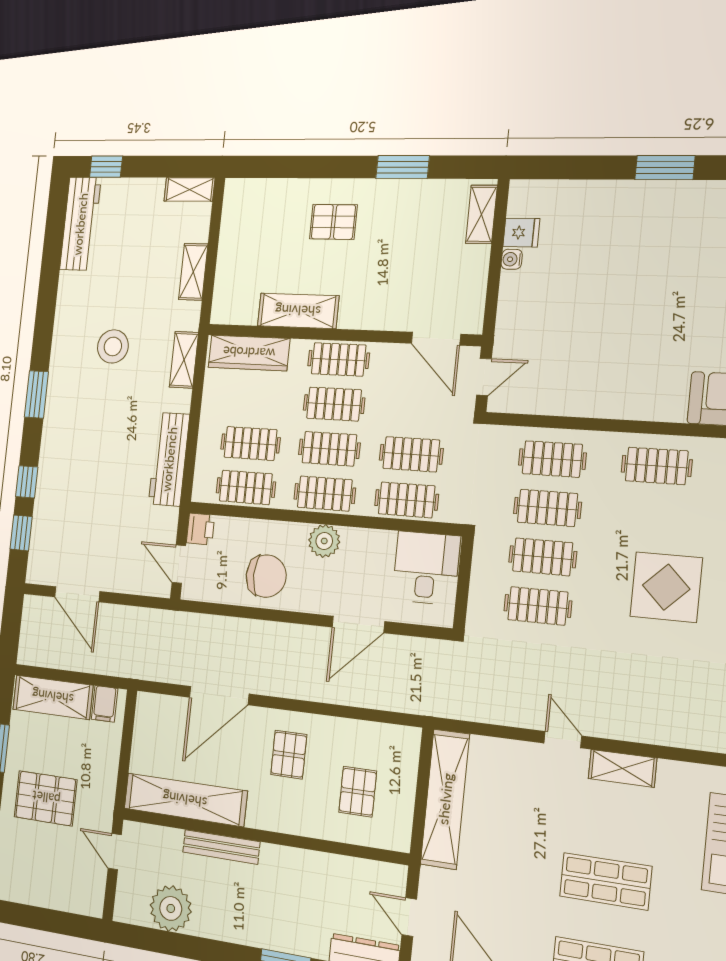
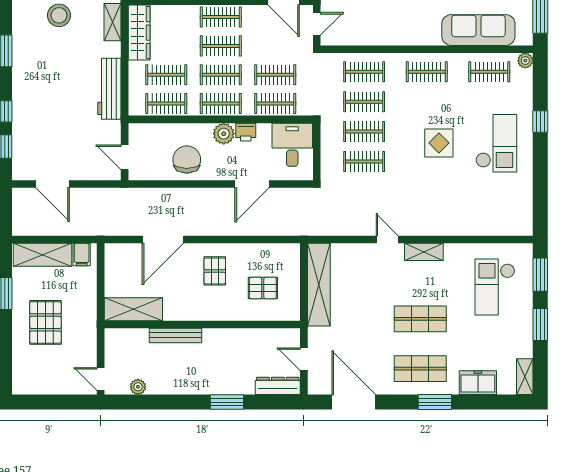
wardrobe: (249, 353) -> (139, 33), moved, turned -90
printer: (200, 529) -> (246, 132), moved, turned 90
chair: (266, 576) -> (187, 160), turned -90
display table: (666, 587) -> (439, 143), width x0.73, depth x0.73
pallet: (358, 792) -> (263, 288), turned 90
pallet: (46, 798) -> (45, 322), turned 90
shelving: (185, 800) -> (133, 309), width x0.68
door: (115, 852) -> (101, 379), moved
plant: (171, 908) -> (138, 387), width x0.53, depth x0.53

